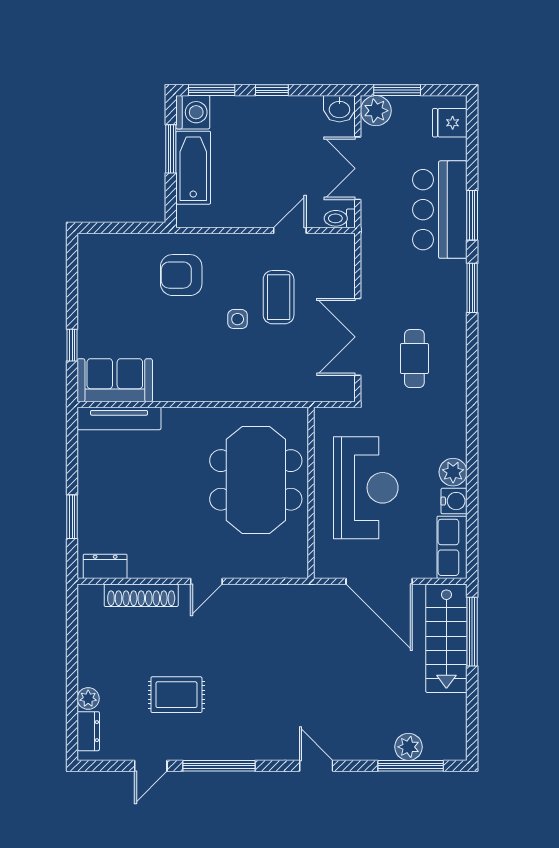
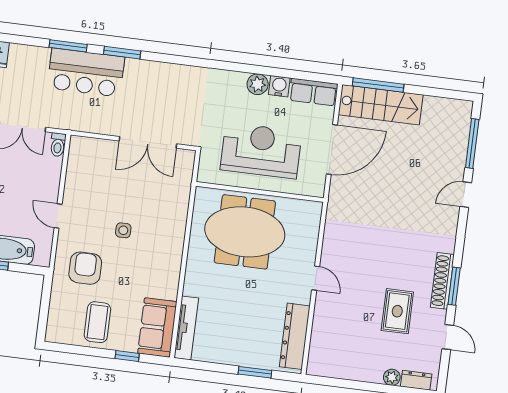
bar counter: (440, 210) -> (86, 73), moved
door: (290, 230) -> (58, 216), moved
armchair: (181, 275) -> (85, 268), turned 180
coffee table: (279, 297) -> (97, 322), moved, turned 90
cafe table: (414, 359) -> (169, 102), removed
dresser: (105, 566) -> (295, 336), width x1.96, depth x1.24
shoe rack: (141, 595) -> (442, 281), moved, turned 180
plant: (408, 747) -> (458, 143), removed
window: (219, 766) -> (454, 286), width x0.69
door: (316, 766) -> (466, 195), moved

